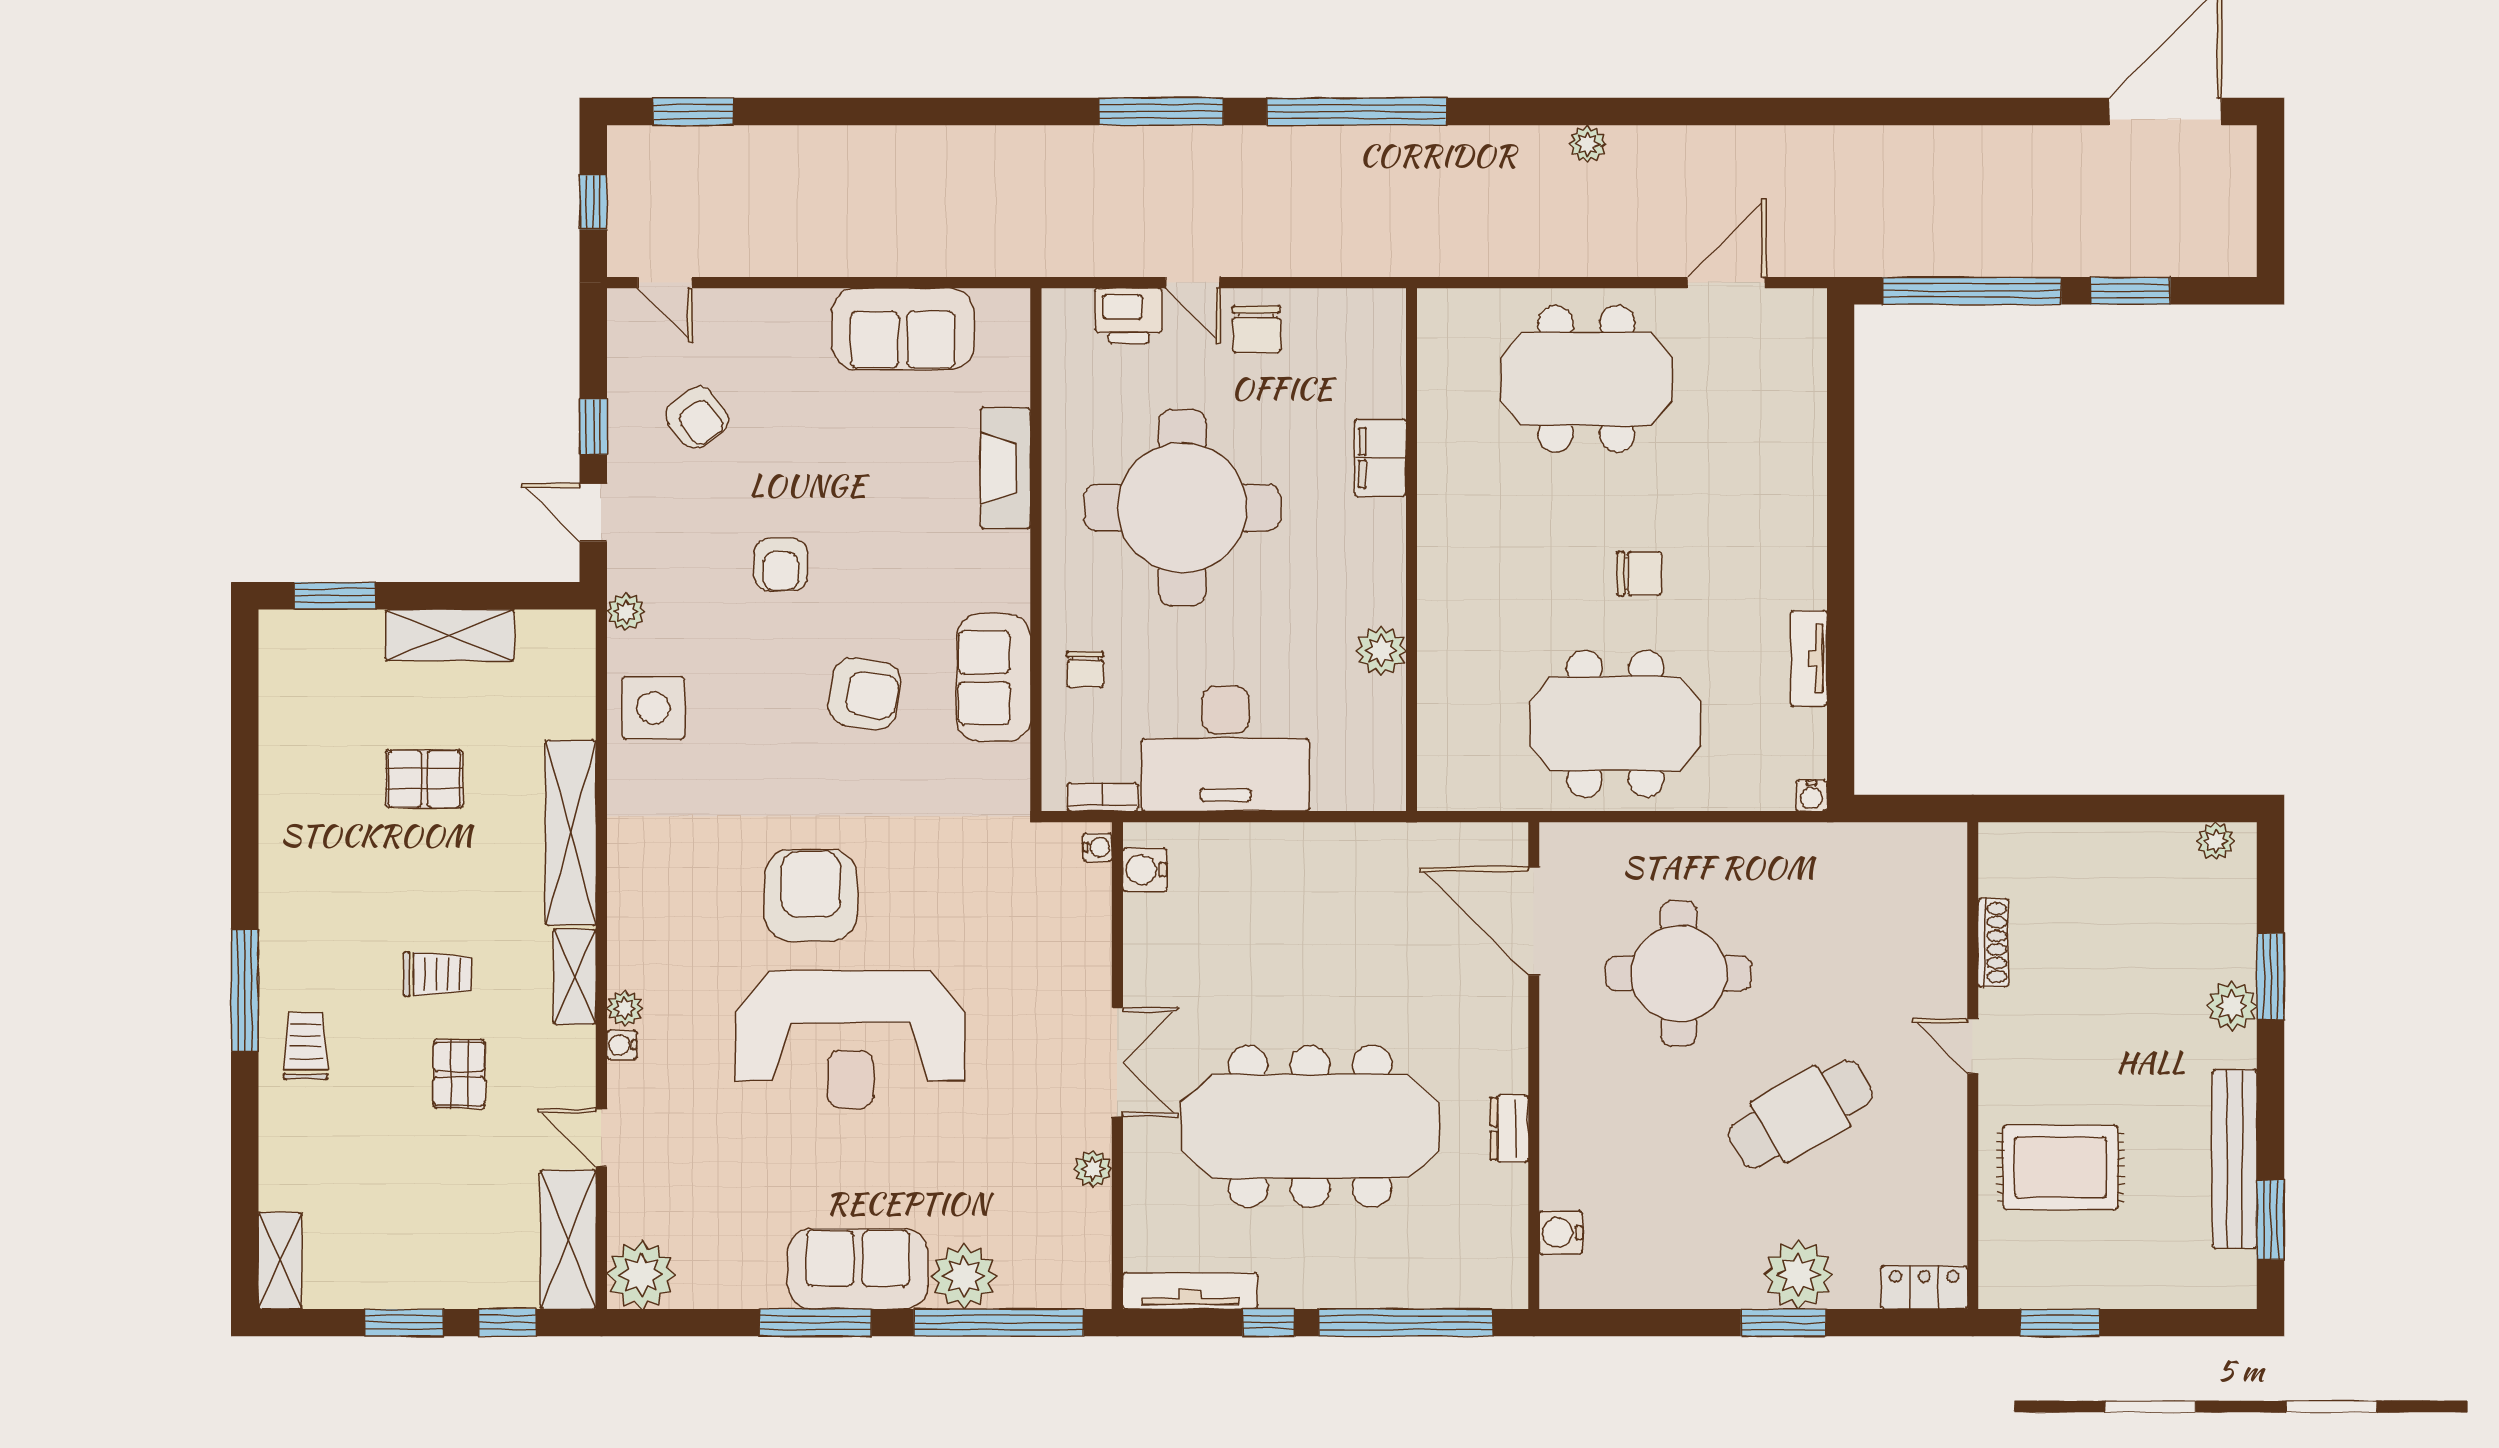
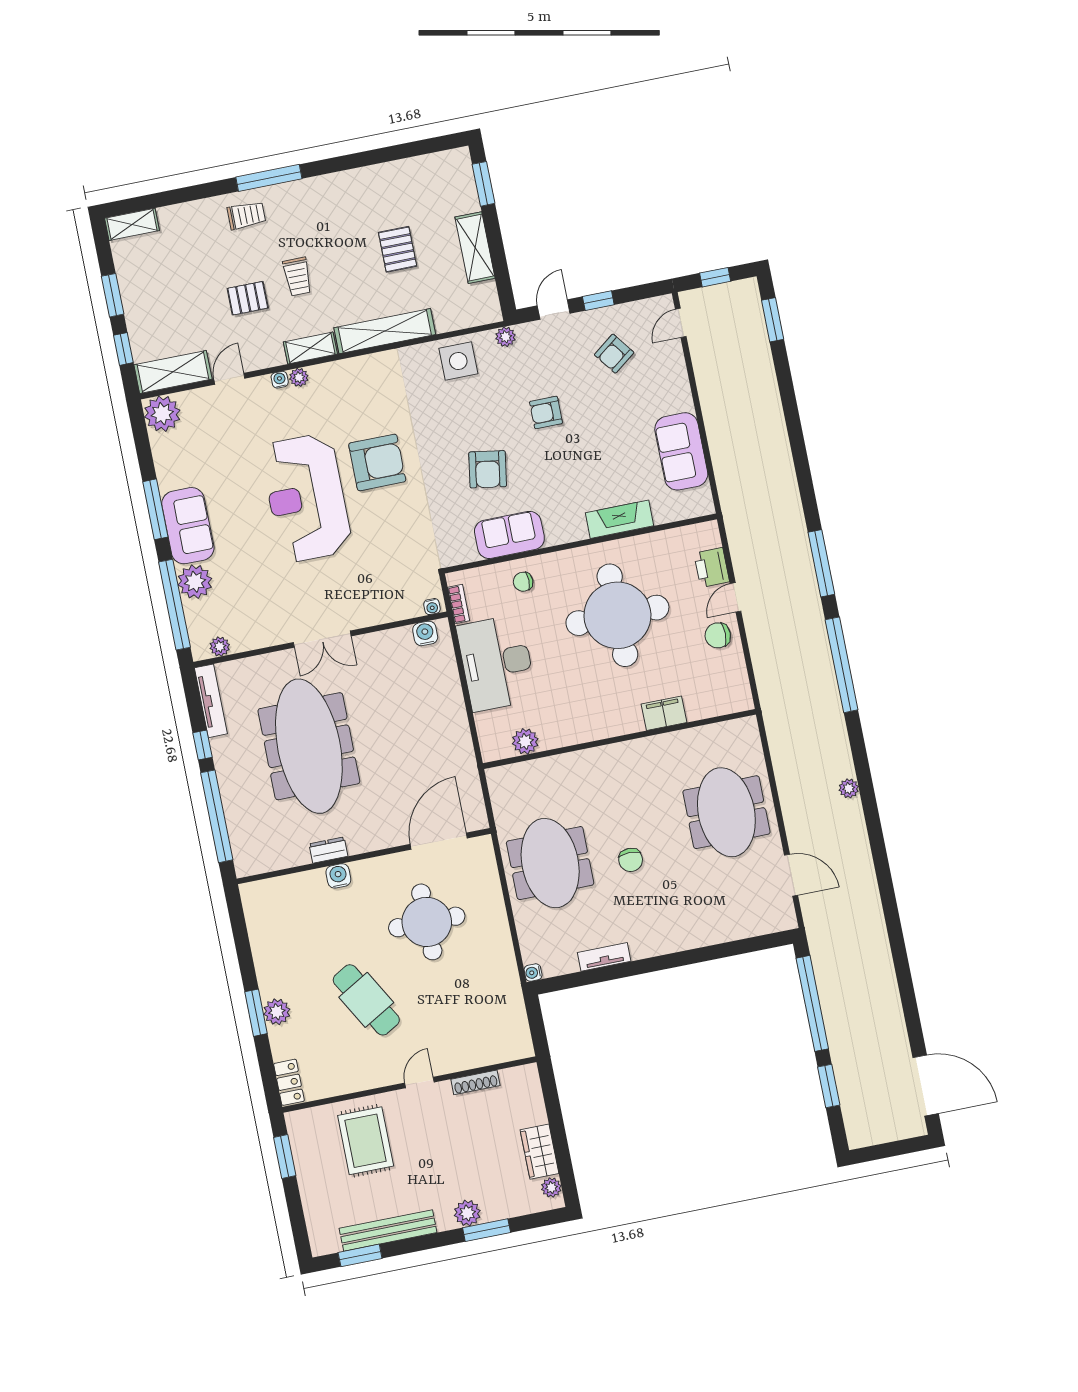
plant: (1381, 651) -> (525, 741), moved
wardrobe: (2145, 850) -> (540, 1152), added
plant: (1093, 1169) -> (220, 647), moved
water cooler: (1561, 1233) -> (338, 876), moved
plant: (1798, 1275) -> (277, 1012), width x0.73, depth x0.73

